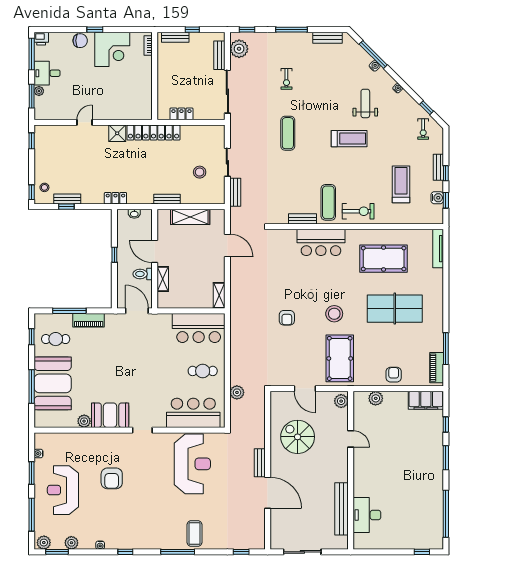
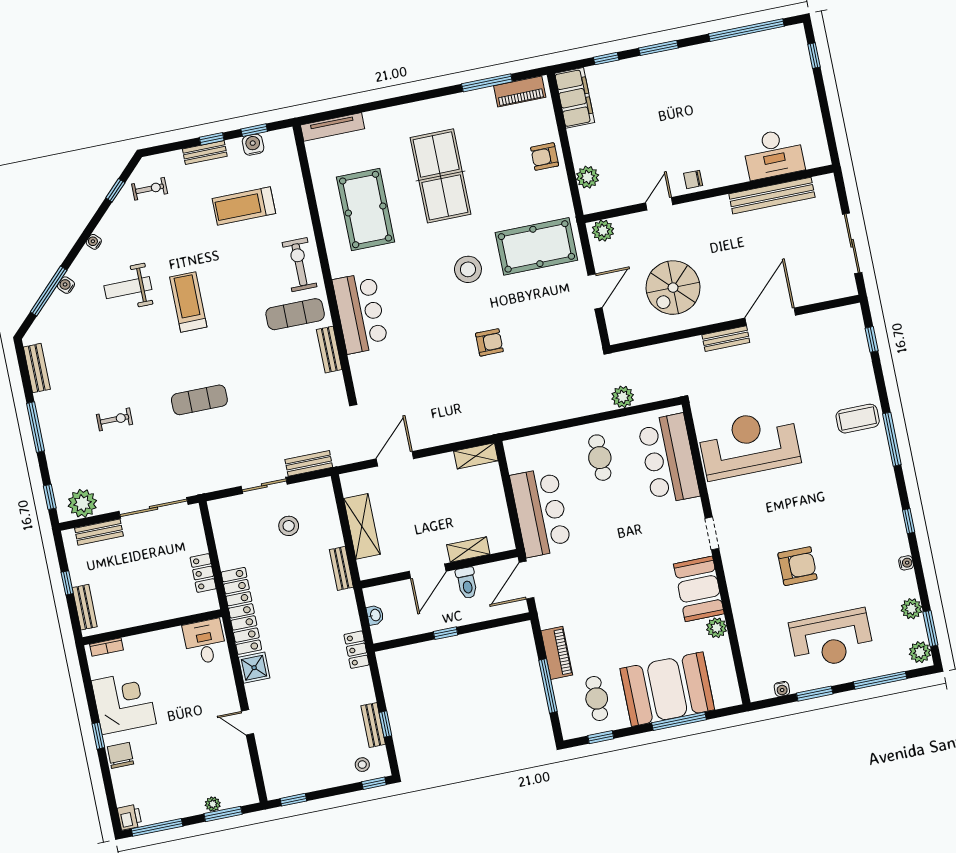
desk: (47, 73) -> (205, 642), moved, turned 180
bar counter: (199, 328) -> (541, 512), moved
chair: (361, 463) -> (693, 179), added

